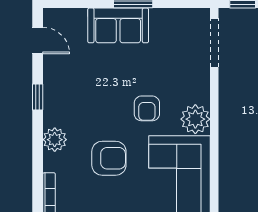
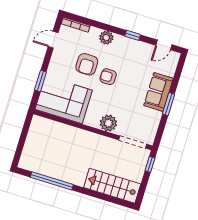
armchair: (147, 108) -> (108, 77), moved
plant: (195, 119) -> (108, 123), moved

